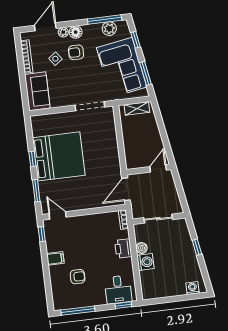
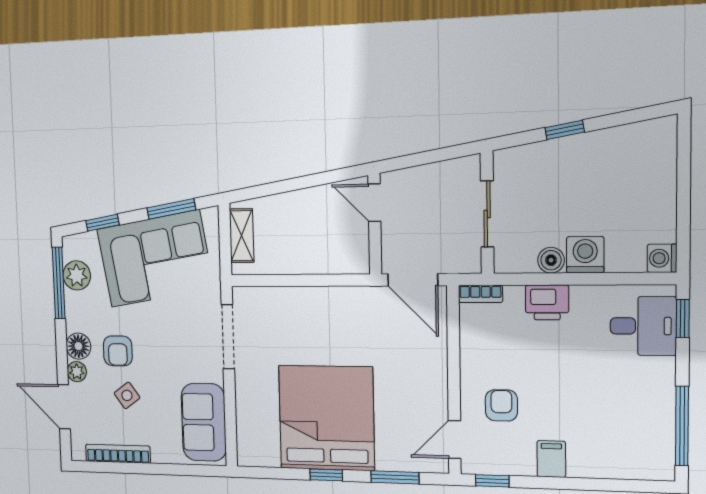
sofa: (37, 91) -> (204, 422), moved, turned -90
armchair: (78, 277) -> (501, 405), moved
washing machine: (193, 288) -> (662, 258), moved

